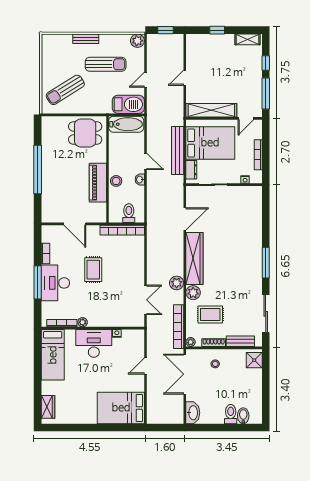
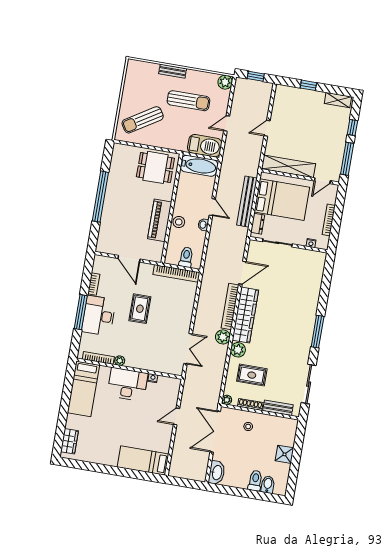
bookcase: (179, 327) -> (230, 307), moved
shower: (254, 360) -> (285, 454), moved
bed: (121, 408) -> (143, 461), width x0.67

